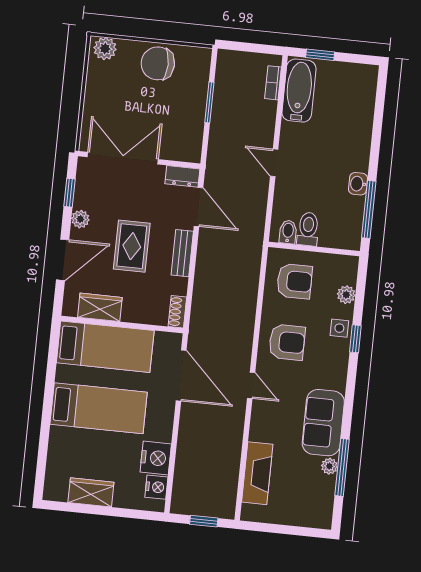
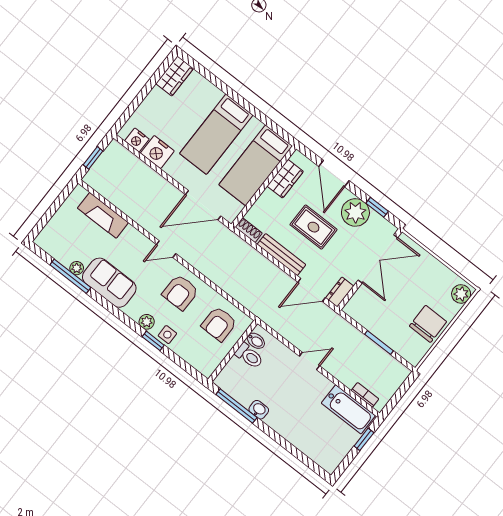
plant: (80, 219) -> (355, 212), width x1.87, depth x1.87
bench: (182, 253) -> (281, 255), width x1.36
plant: (346, 295) -> (147, 322), moved
wardrobe: (91, 492) -> (175, 76), moved

